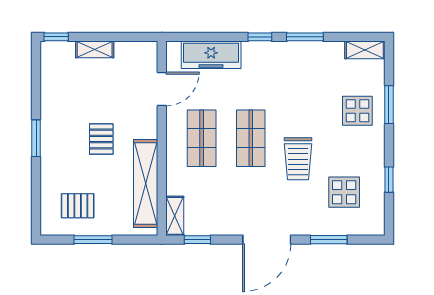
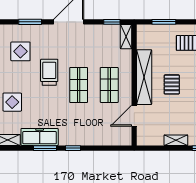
freezer: (211, 55) -> (40, 137), moved
shelving: (146, 183) -> (144, 77), moved
window: (93, 240) -> (164, 22), moved

